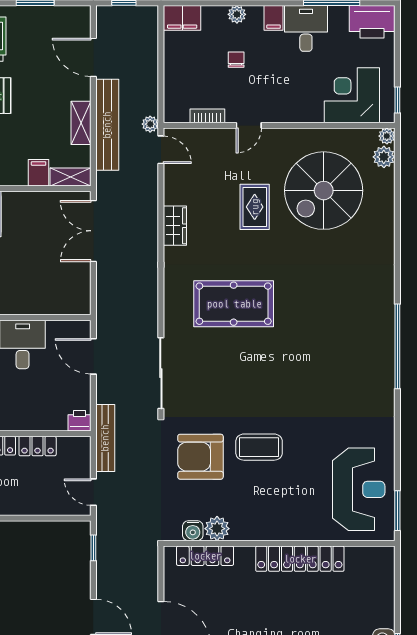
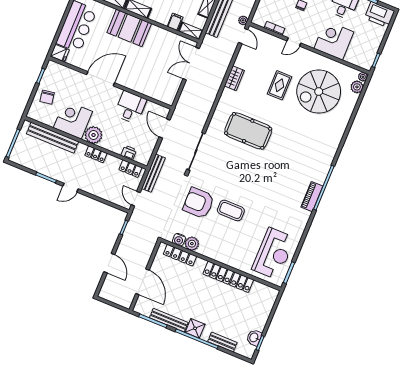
corner desk: (352, 95) -> (334, 40), moved
piano: (384, 369) -> (312, 197), added
printer: (79, 421) -> (129, 153), moved
locker: (38, 446) -> (130, 169), moved

